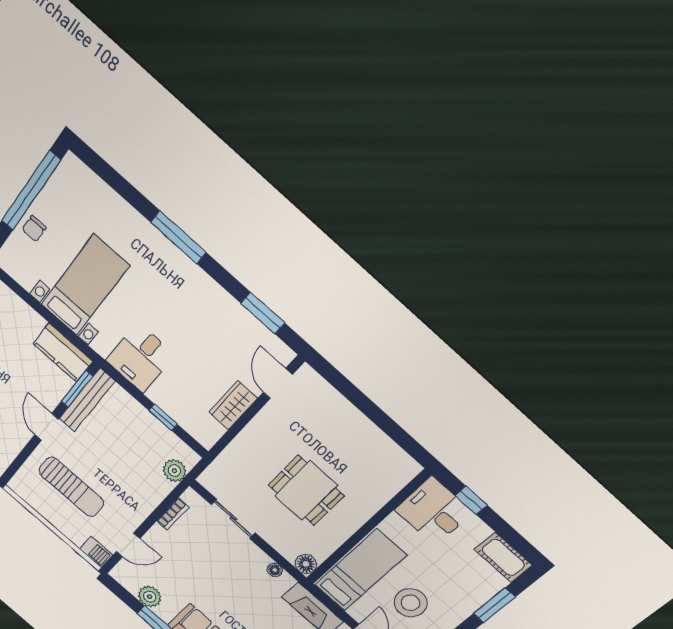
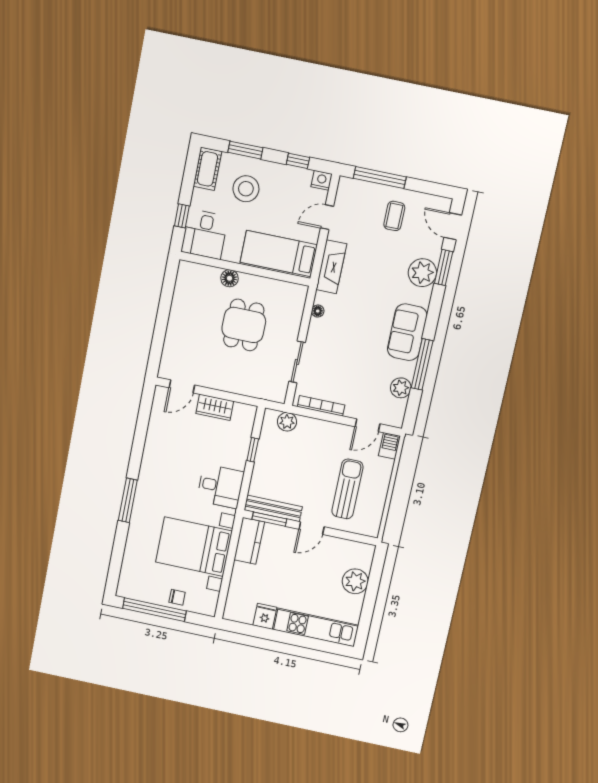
bed with nightstands: (85, 285) -> (194, 547), width x1.36
window: (263, 313) -> (143, 422), removed
bookcase: (173, 514) -> (321, 406), width x1.56
door: (128, 545) -> (368, 425), swing flipped
floor lamp: (306, 564) -> (229, 278), moved
stool: (410, 603) -> (246, 189), moved

